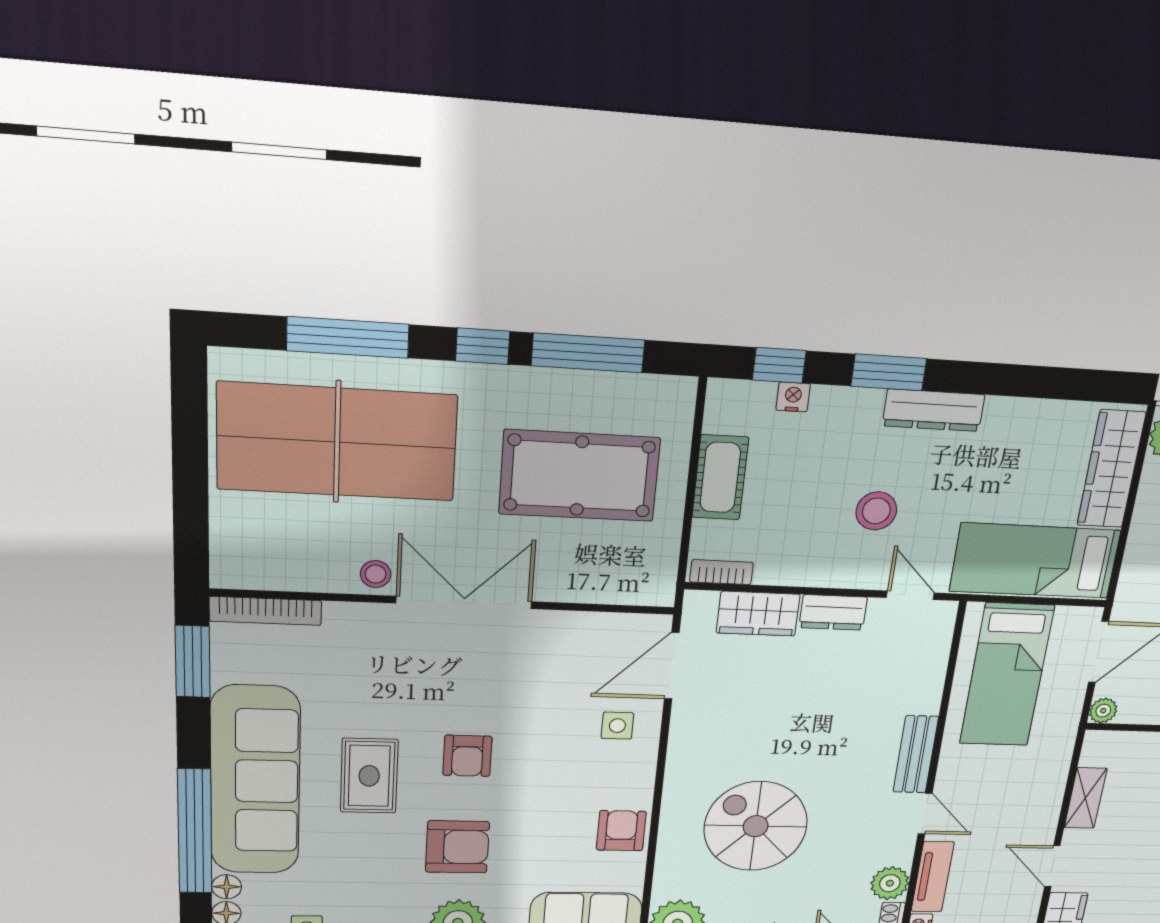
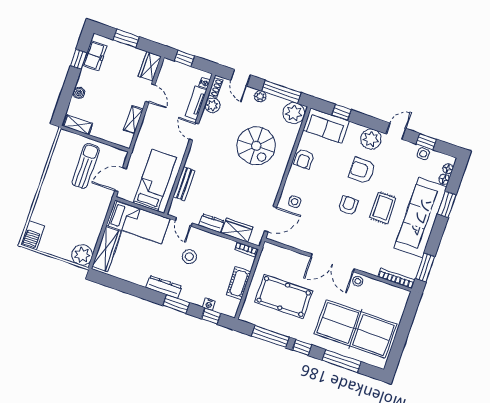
plant: (1103, 711) -> (122, 155), removed
bench: (916, 754) -> (184, 184), moved
window: (195, 831) -> (447, 204), width x0.47

